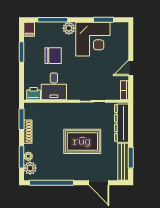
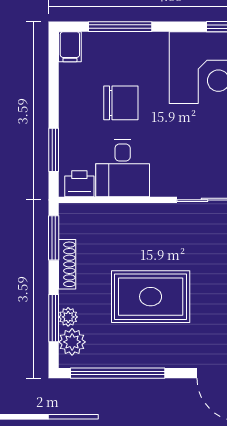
plant: (69, 28) -> (154, 45), removed
window: (21, 52) -> (54, 150), moved
rug: (82, 141) -> (151, 297), moved

